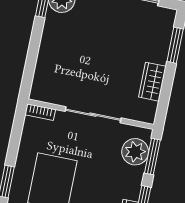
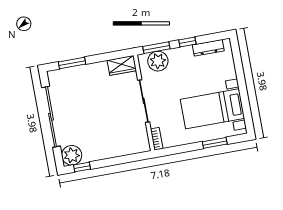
wardrobe: (152, 82) -> (122, 65), moved

